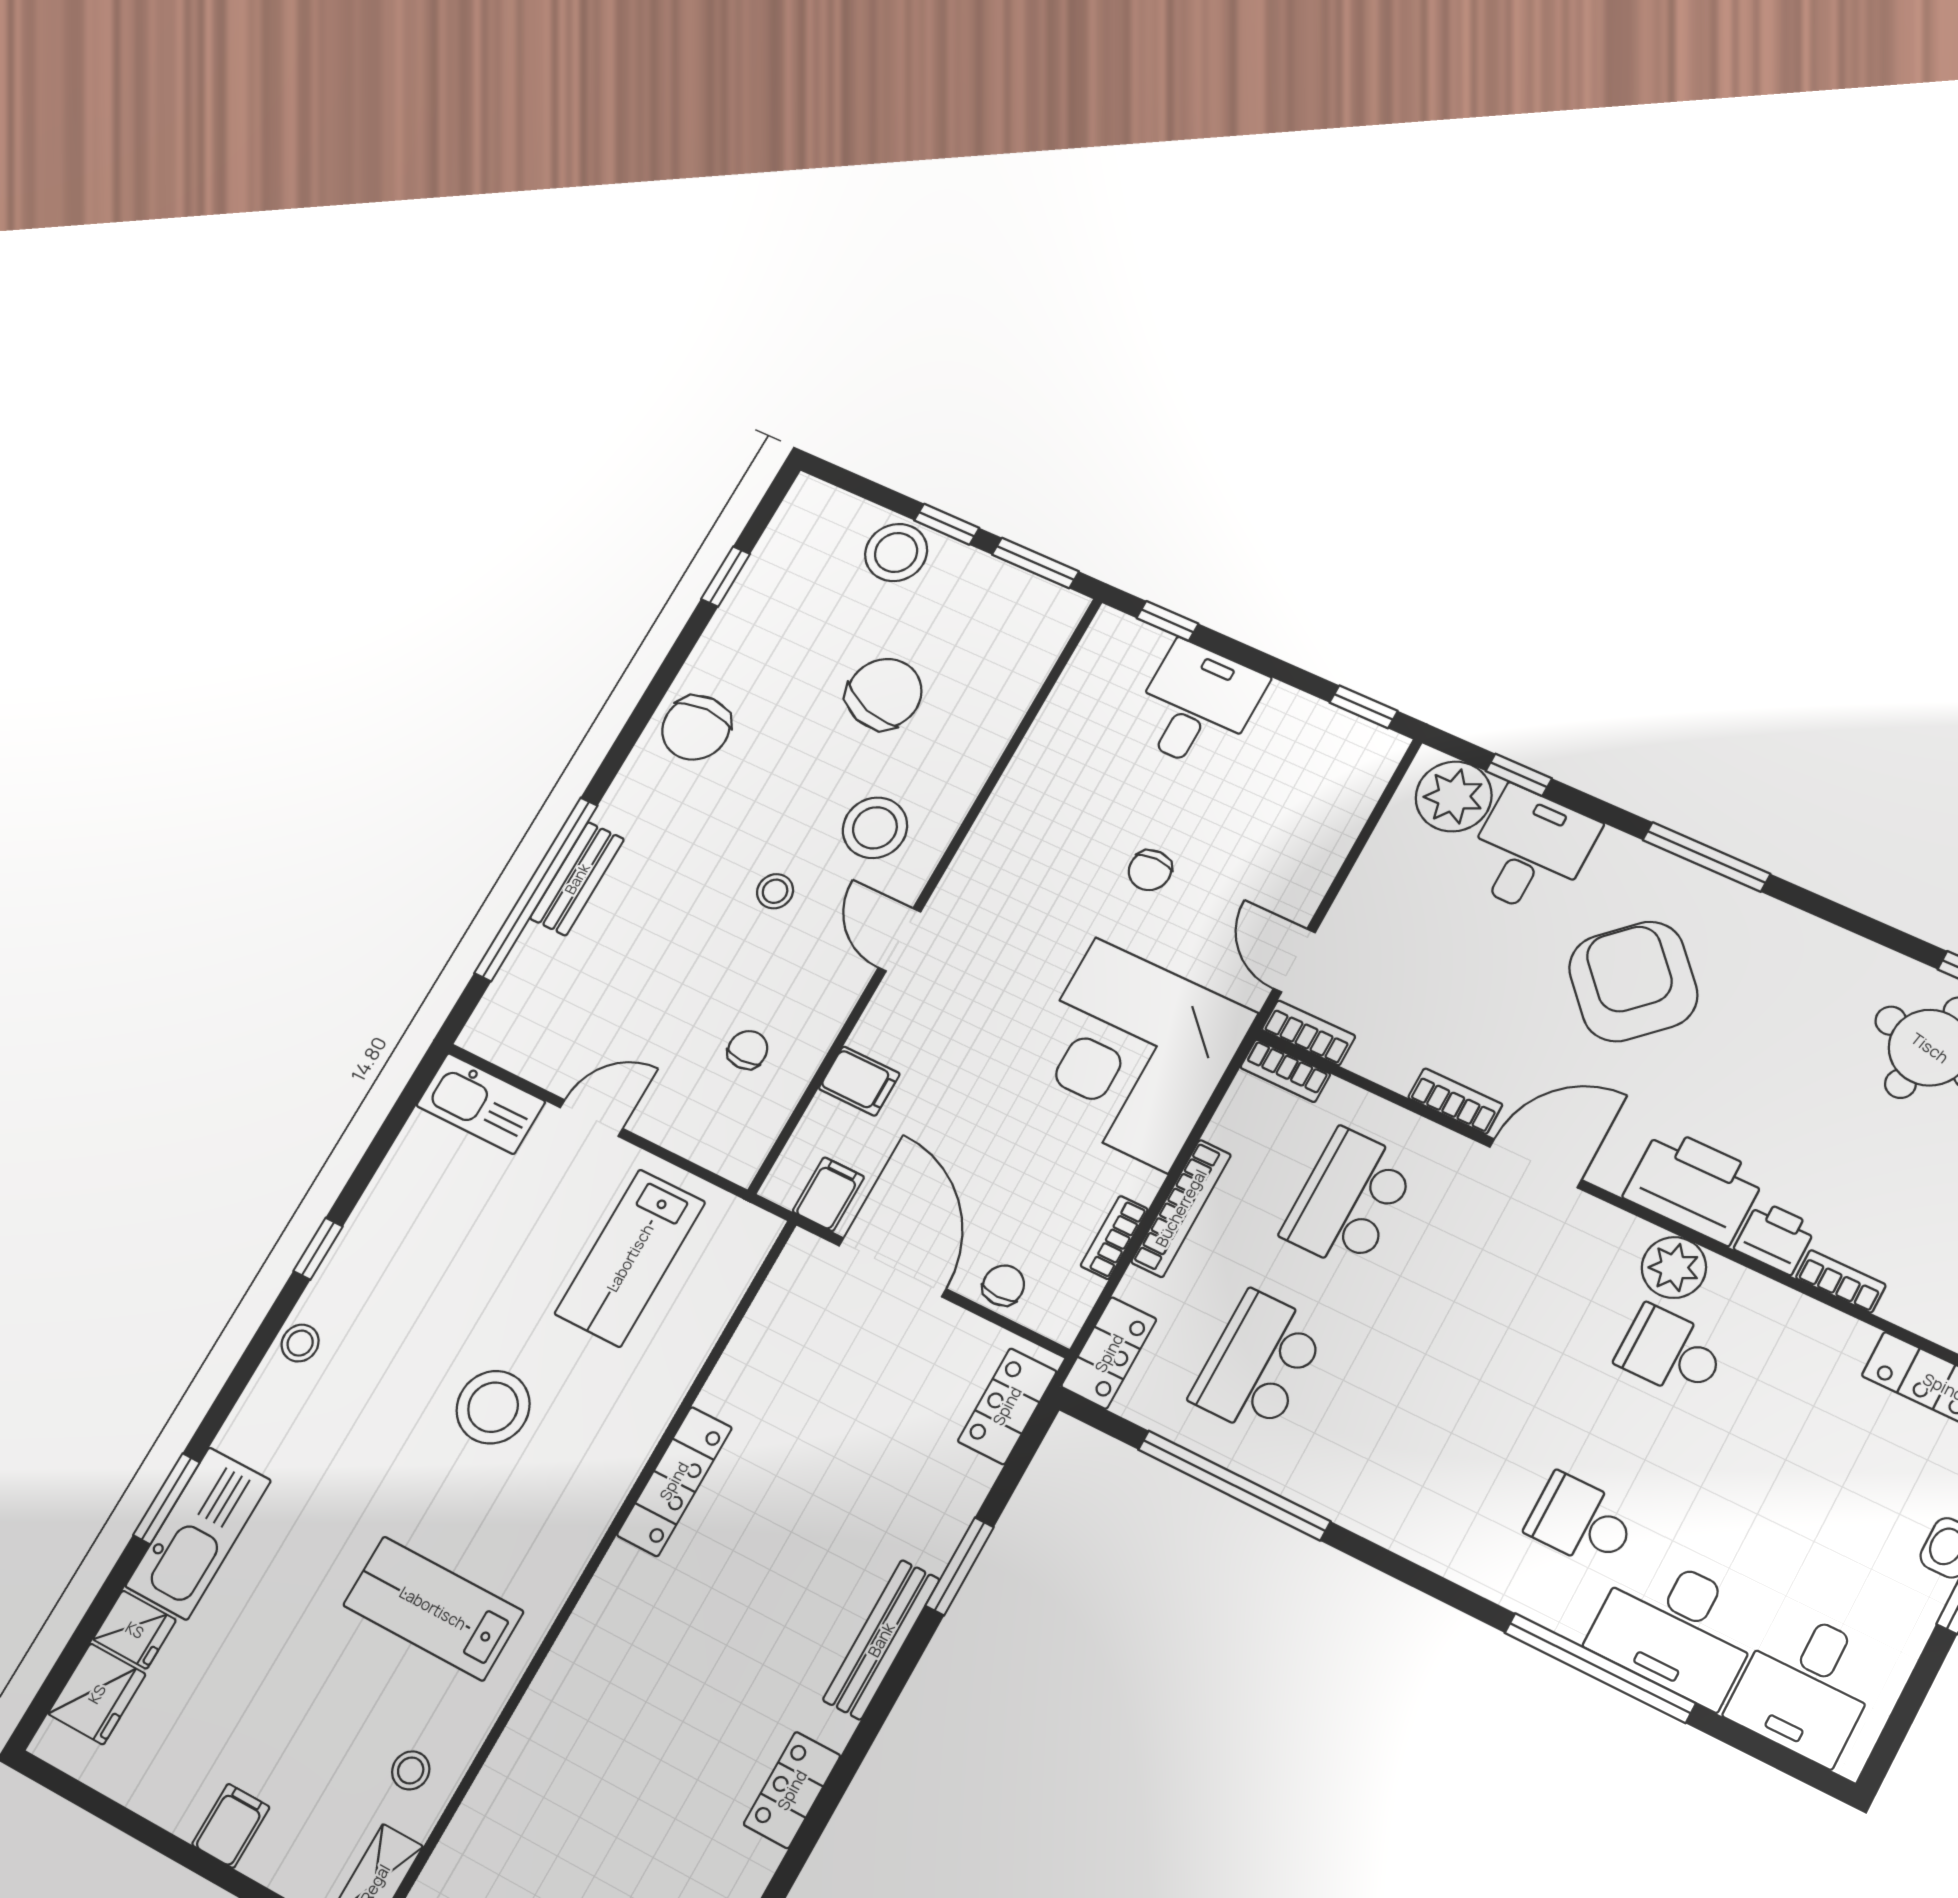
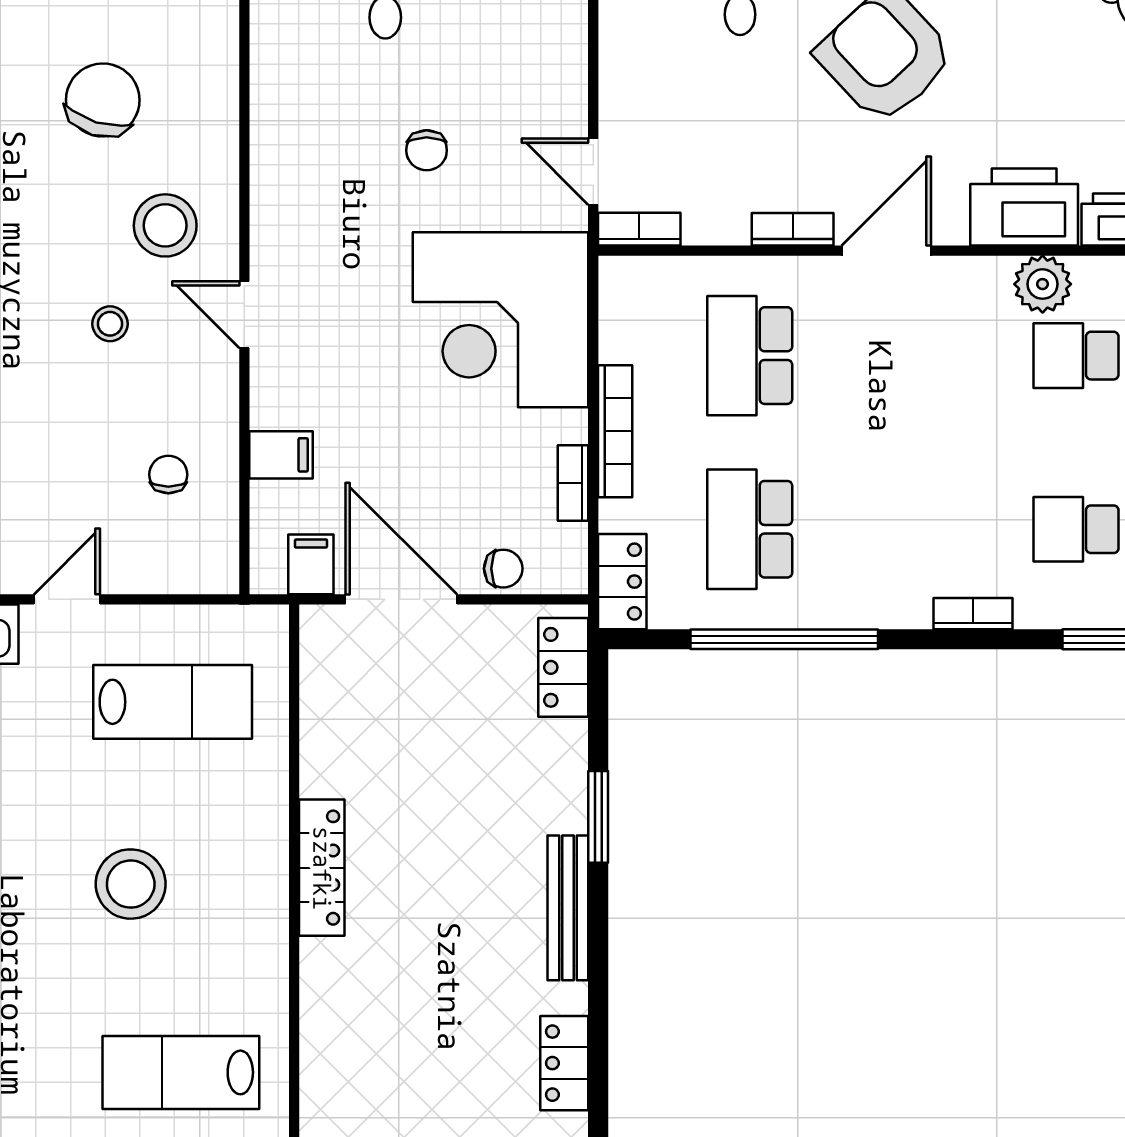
bookcase: (1285, 1071) -> (973, 614), moved, turned 180
lab bench: (630, 1258) -> (173, 702), turned -90
chair: (1003, 1285) -> (503, 569), turned 90

